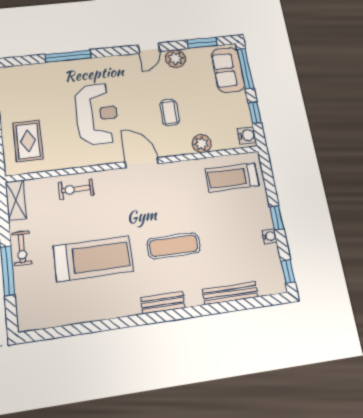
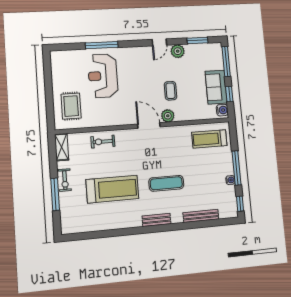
sofa: (228, 70) -> (216, 87), moved
reception desk: (97, 114) -> (103, 76), moved, turned 180
plant: (202, 144) -> (168, 116), moved
window: (277, 218) -> (237, 168), width x2.17

